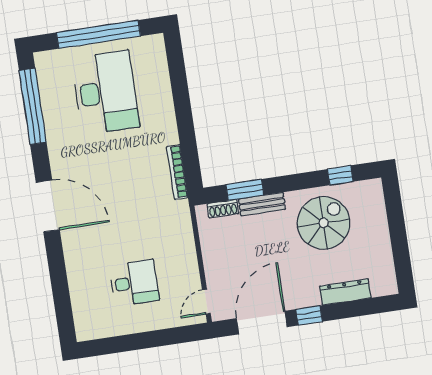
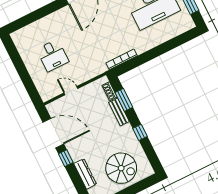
window: (340, 175) -> (140, 132), moved
spiral stairs: (324, 223) -> (121, 168), moved
door: (206, 302) -> (71, 91), moved

